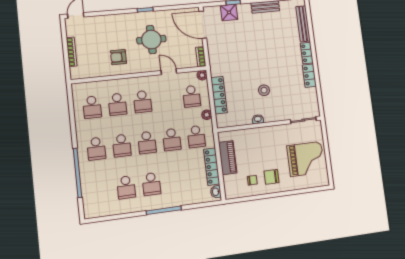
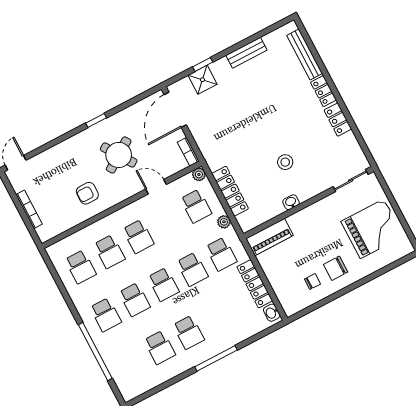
door: (203, 25) -> (175, 110), hinge flipped
round table: (151, 40) -> (119, 155), turned -34
piano: (228, 158) -> (270, 237), moved, turned 90

